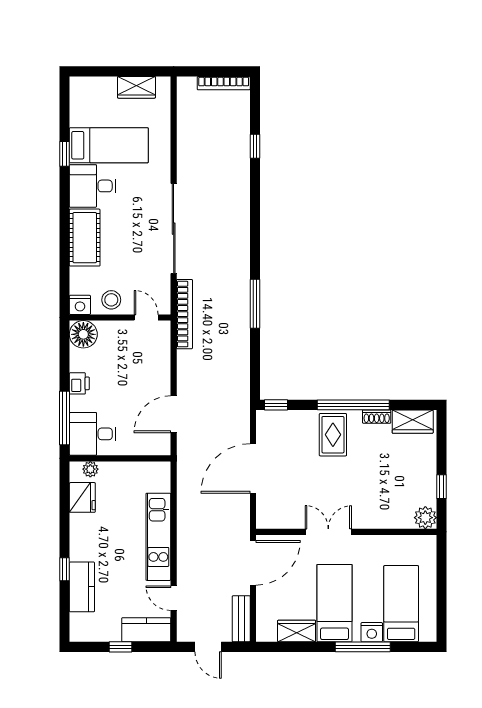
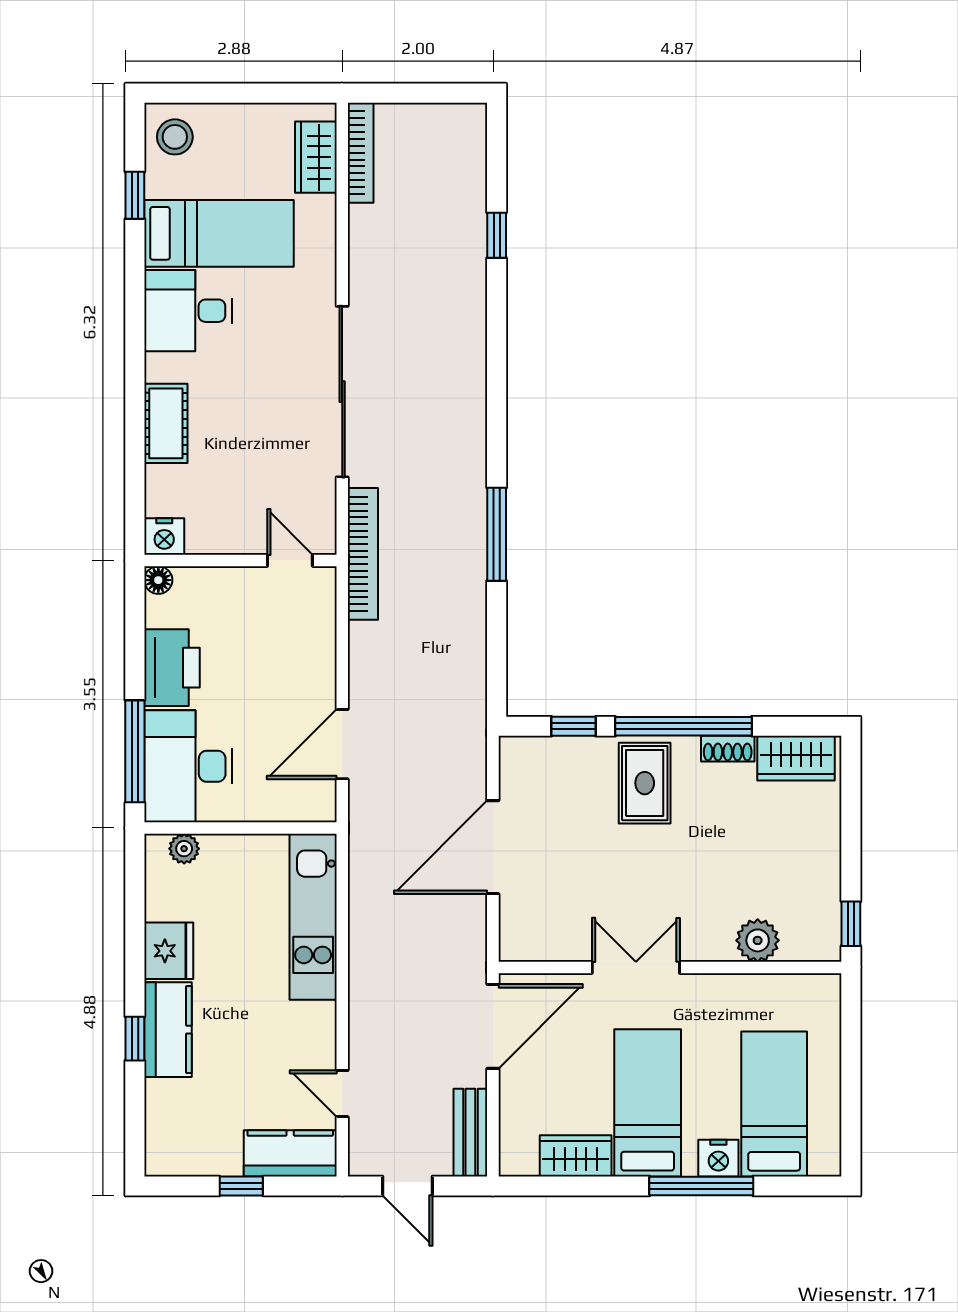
bookcase: (224, 83) -> (361, 153), moved, turned -90
wardrobe: (136, 87) -> (316, 157), moved, turned 90
window: (65, 154) -> (135, 195), moved
cot: (85, 238) -> (166, 423), width x0.73, depth x0.75
stool: (111, 300) -> (175, 137), moved
floor lamp: (83, 334) -> (158, 580), width x0.53, depth x0.53
printer: (79, 383) -> (172, 668), width x1.87, depth x1.48
window: (276, 405) -> (574, 726), moved
desk: (93, 434) -> (188, 766), width x1.37
window: (442, 487) -> (851, 924), moved
fridge: (82, 497) -> (169, 951), moved
plant: (425, 518) -> (758, 940), moved
kitchen unit: (158, 537) -> (313, 917), moved
kitchen counter: (82, 587) -> (168, 1030), moved

